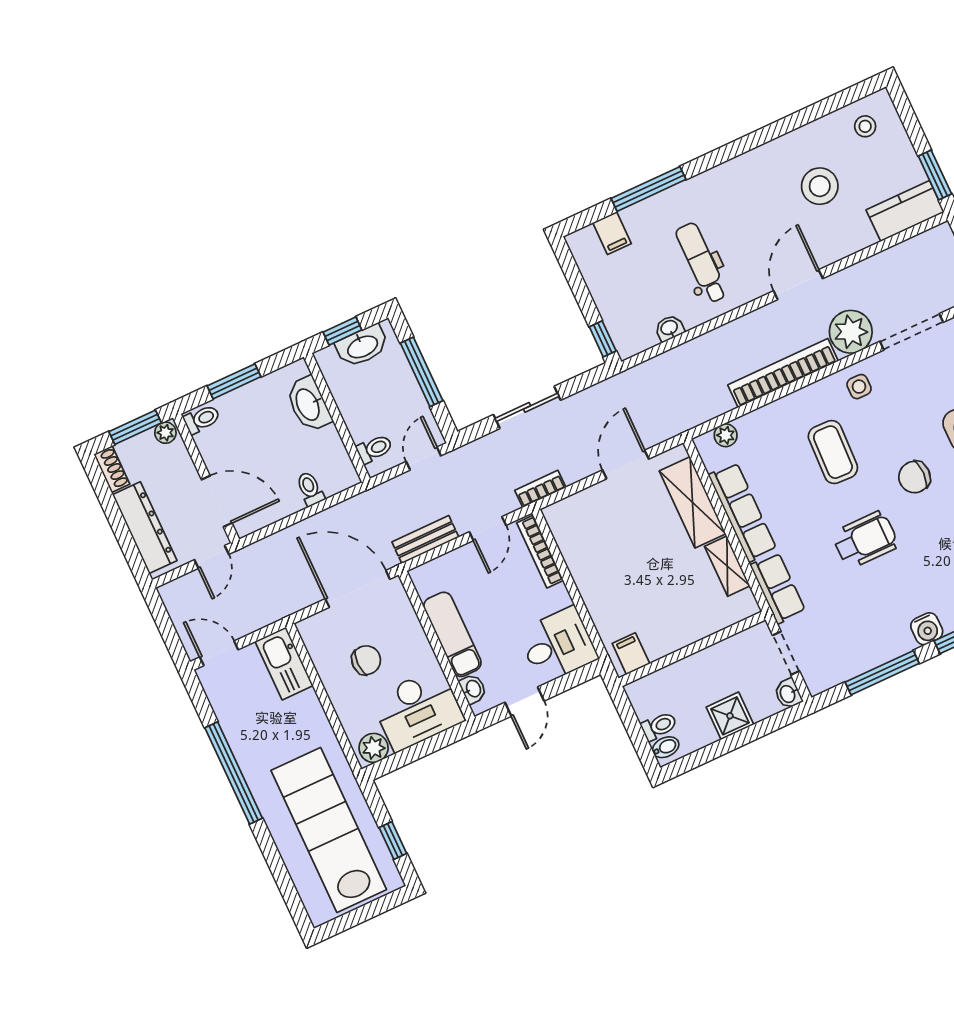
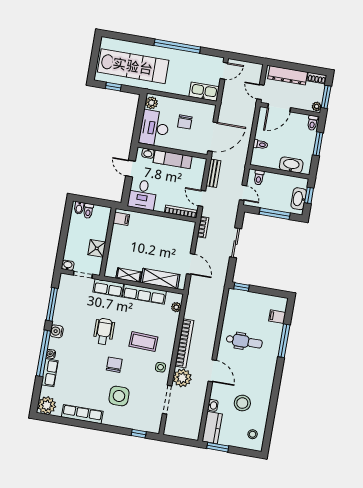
washbasin: (669, 328) -> (213, 405), moved
wheelchair: (865, 540) -> (104, 331), turned 180
shower: (730, 716) -> (97, 248), moved

